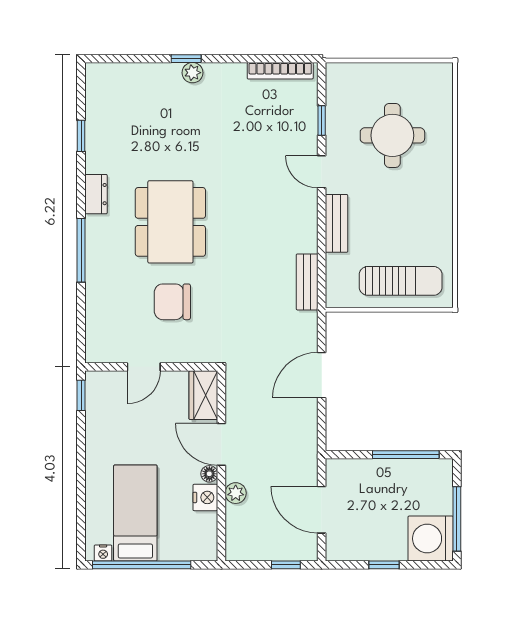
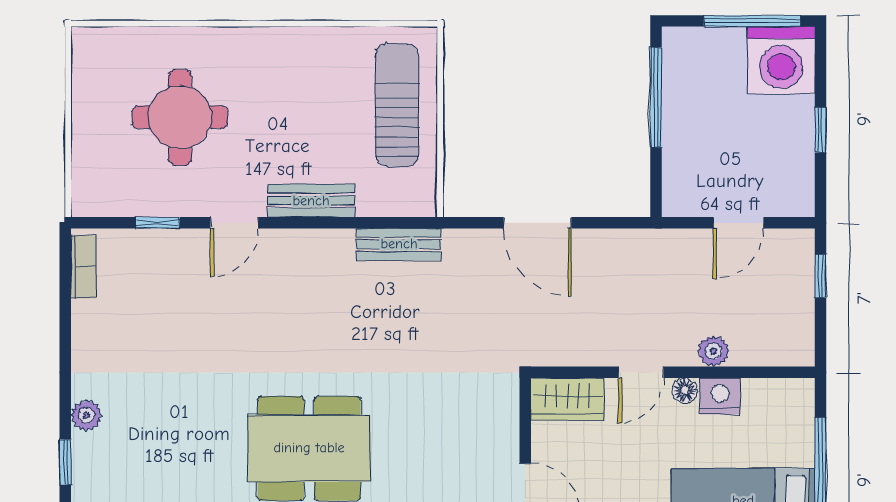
window: (186, 59) -> (65, 462), moved
bookcase: (280, 71) -> (84, 267), width x0.64
chair: (172, 302) -> (428, 445), removed
door: (221, 444) -> (641, 372), width x0.73
door: (322, 510) -> (738, 223), width x0.73

